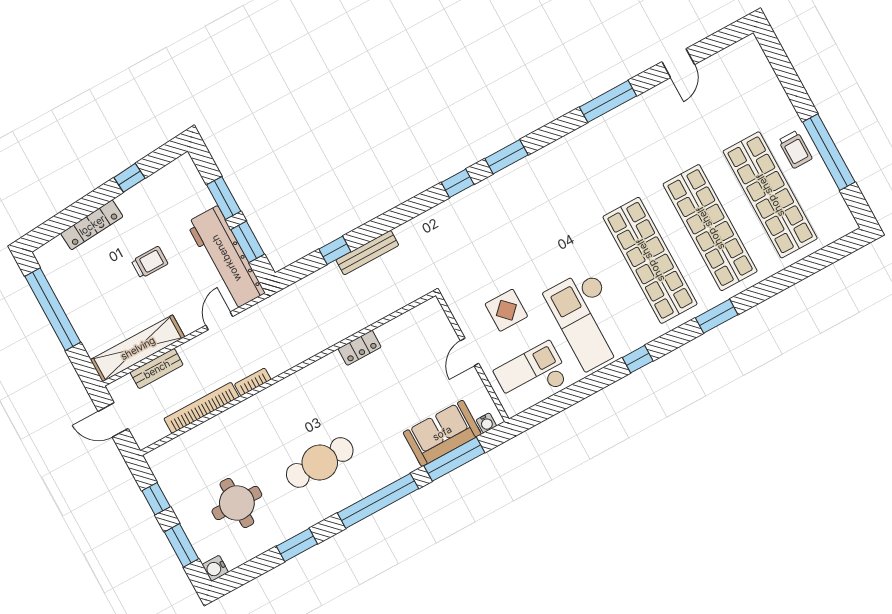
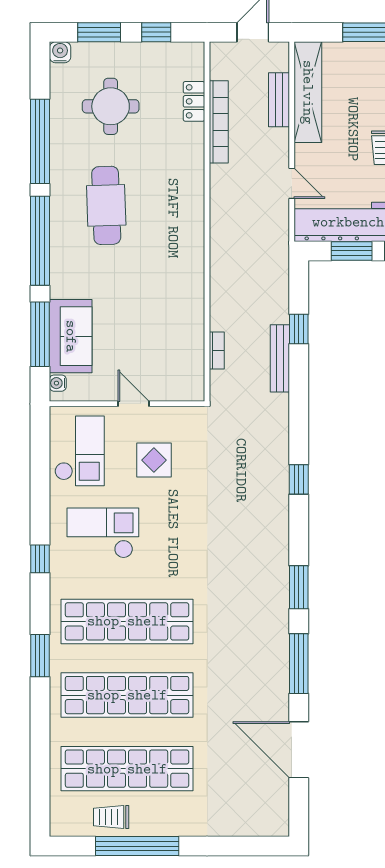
door: (678, 63) -> (299, 750), width x1.88
trolley: (795, 149) -> (111, 817), moved
window: (506, 157) -> (299, 587), moved
checkout: (589, 319) -> (103, 533), width x0.73, depth x0.83
locker: (360, 348) -> (194, 101), moved
bookcase: (253, 382) -> (217, 350), moved
window: (297, 545) -> (40, 141), width x2.11

